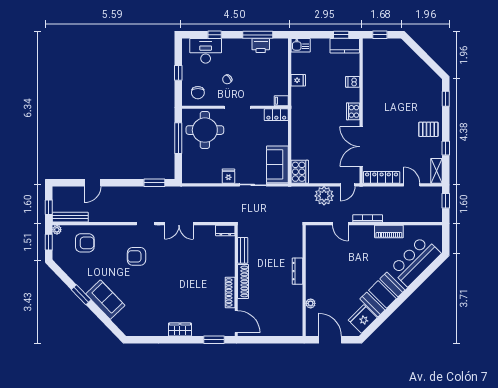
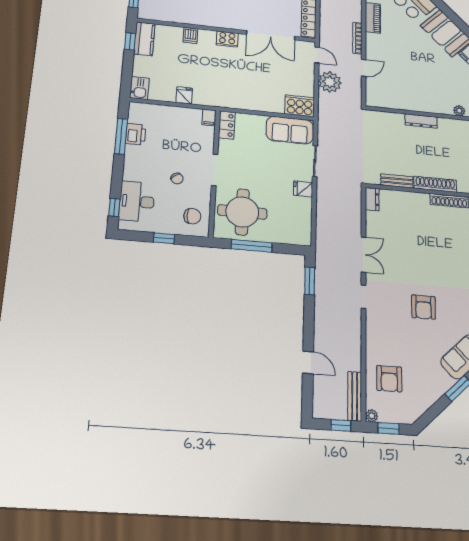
window: (215, 35) -> (114, 207), moved
armchair: (85, 243) -> (389, 379), turned 180
armchair: (137, 256) -> (423, 307), moved

